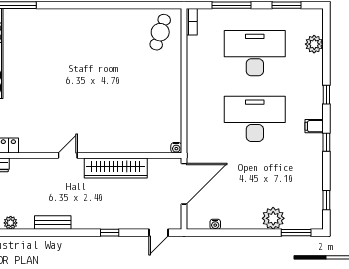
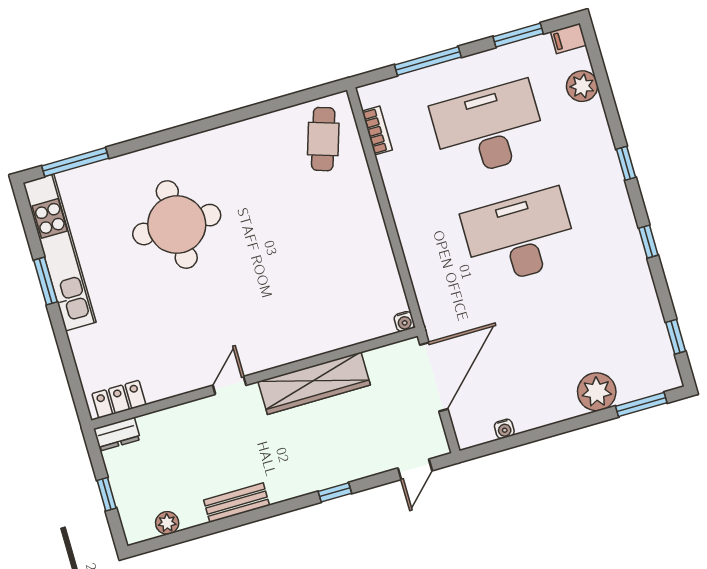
bookcase: (192, 22) -> (377, 131), moved
round table: (64, 57) -> (177, 225), added
filing cabinet: (314, 126) -> (568, 38), moved

